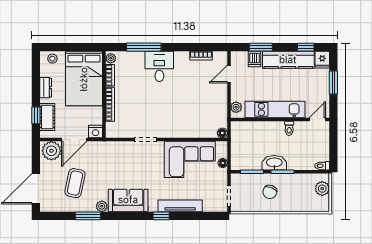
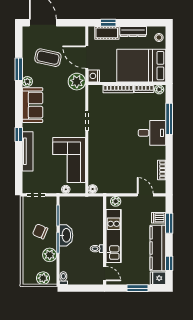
dresser: (46, 88) -> (133, 31), width x1.44
plant: (51, 151) -> (77, 82), moved
plant: (296, 181) -> (50, 255), added

